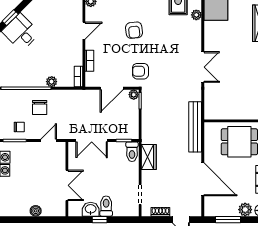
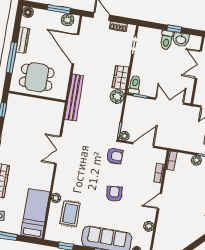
plant: (149, 136) -> (117, 97), added
plant: (245, 210) -> (68, 20), moved

